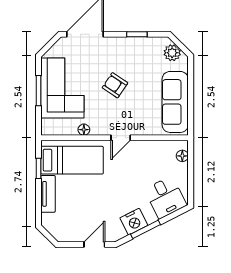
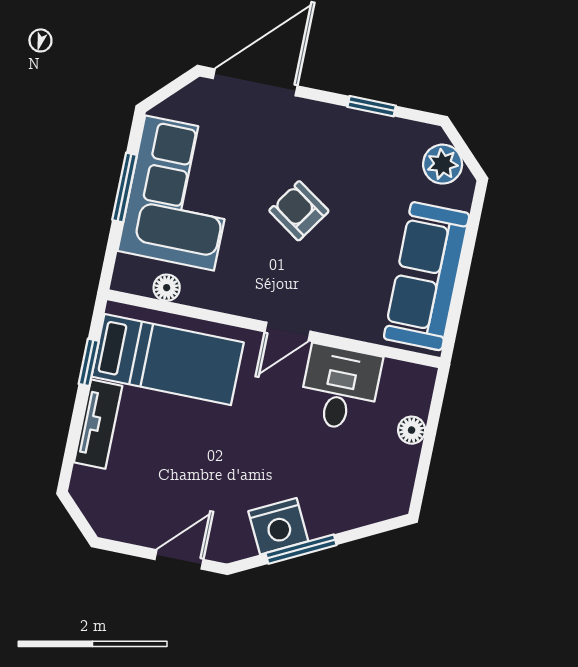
floor lamp: (84, 130) -> (167, 288), moved
floor lamp: (182, 156) -> (412, 430), moved
desk: (165, 197) -> (340, 388), moved, turned -153

